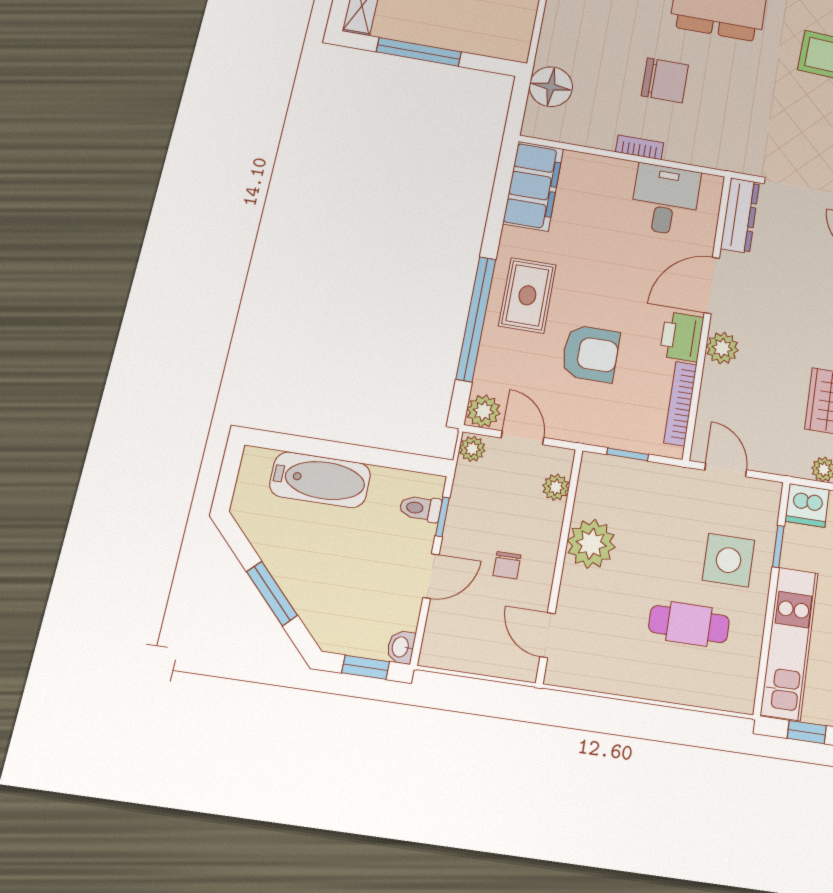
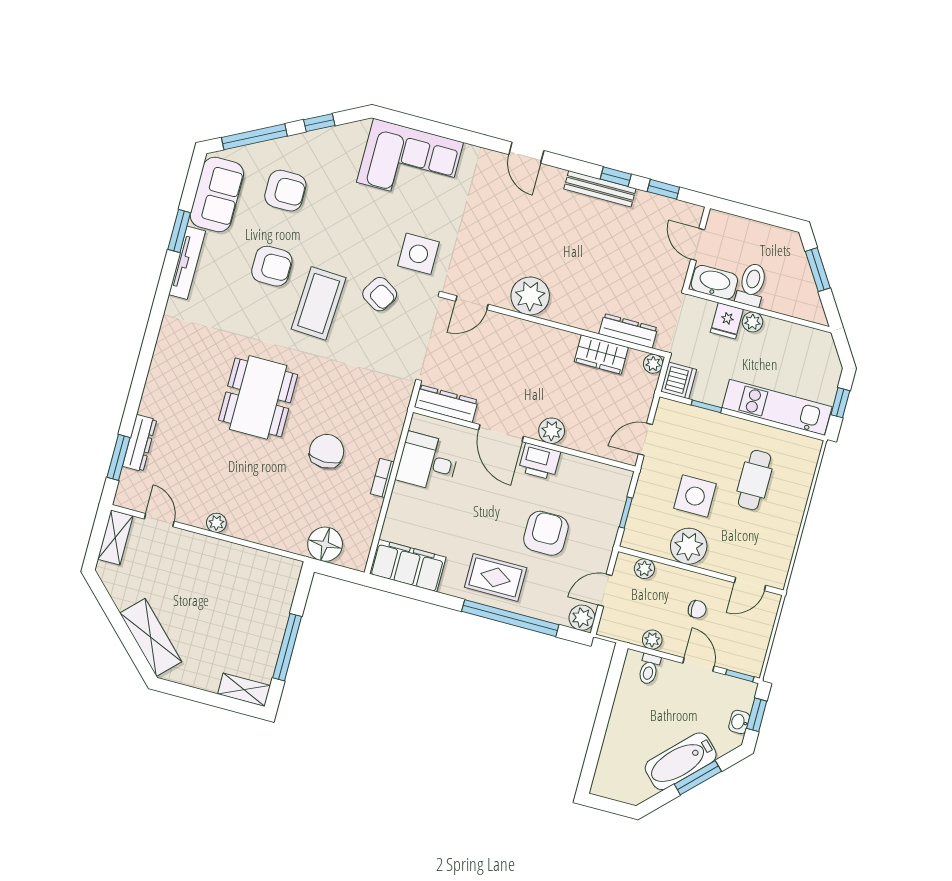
bookcase: (680, 404) -> (591, 468), removed
plant: (472, 449) -> (652, 640), moved
bathtub: (320, 480) -> (681, 761), moved, turned -135
window: (442, 517) -> (740, 676), moved
side table: (729, 560) -> (695, 496), moved
washbasin: (401, 647) -> (739, 722), moved, turned 90

